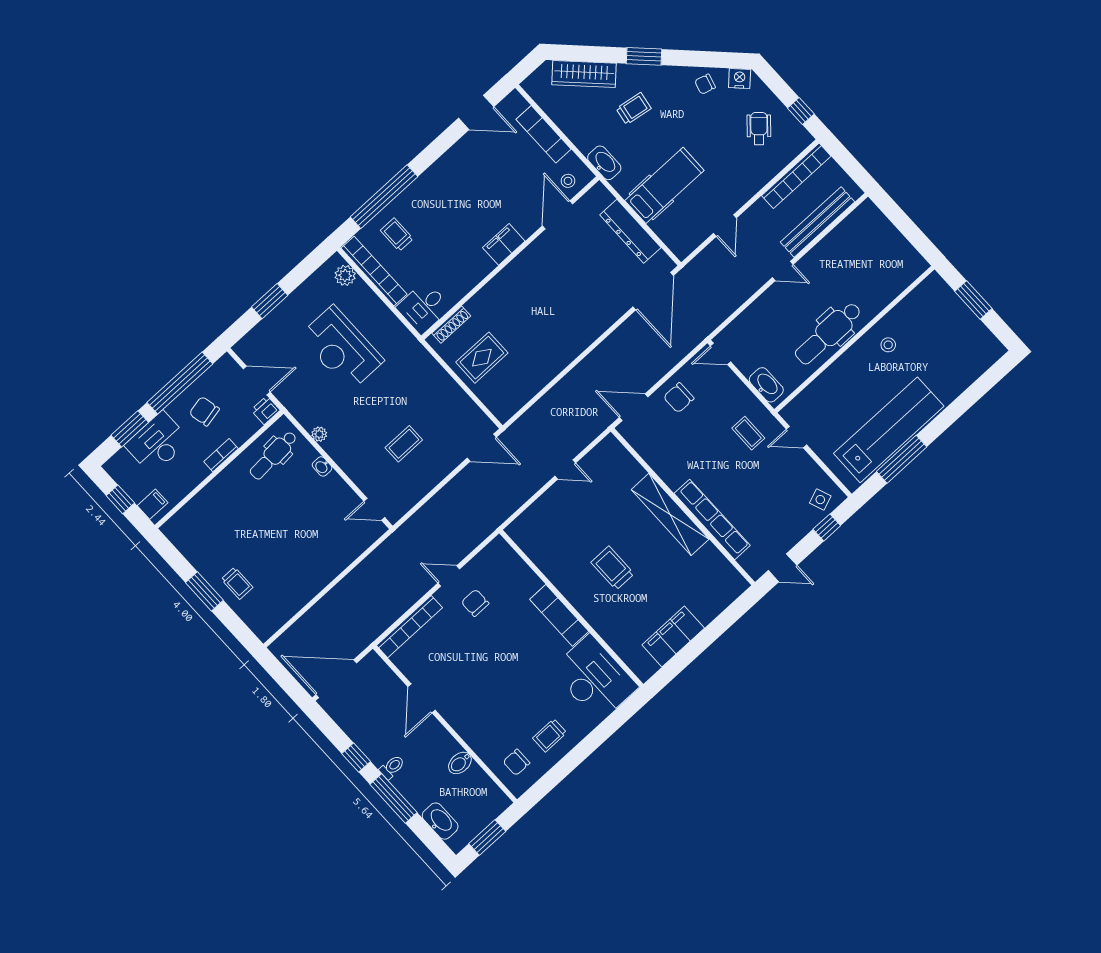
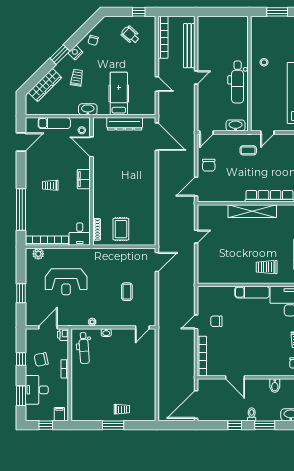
nightstand: (740, 78) -> (75, 53), moved
trolley: (397, 235) -> (50, 185), moved
window: (180, 383) -> (21, 359), width x0.32
trolley: (613, 568) -> (267, 267), moved
window: (394, 798) -> (265, 425), width x0.69

